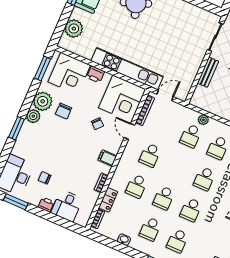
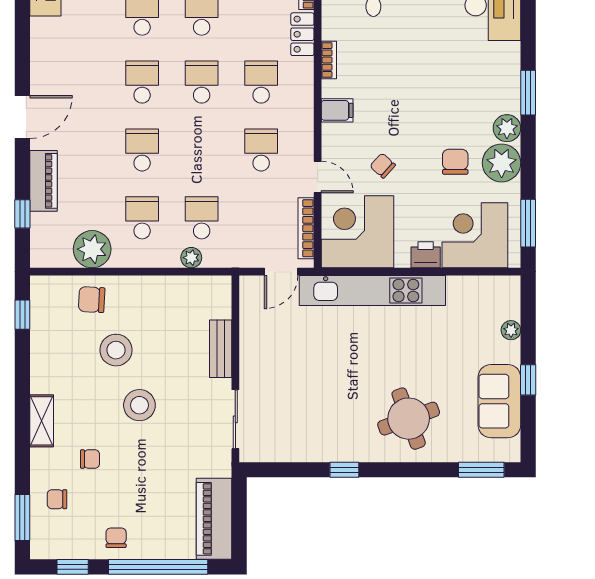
plant: (74, 29) -> (511, 330), width x0.53, depth x0.53
chair: (45, 178) -> (437, 24), removed

